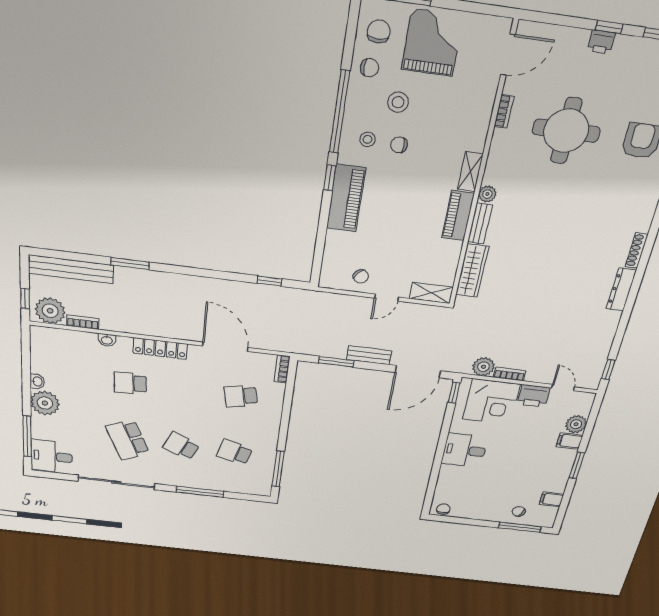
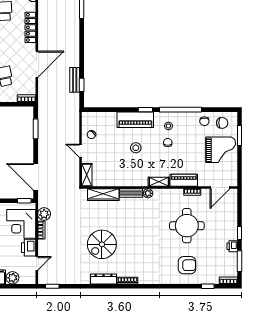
printer: (601, 42) -> (232, 246), moved
door: (508, 55) -> (220, 188), hinge flipped
stool: (398, 102) -> (136, 148), moved
piano: (458, 216) -> (184, 180), moved
spiral stairs: (560, 284) -> (102, 244), added
bench: (369, 355) -> (75, 80), moved

